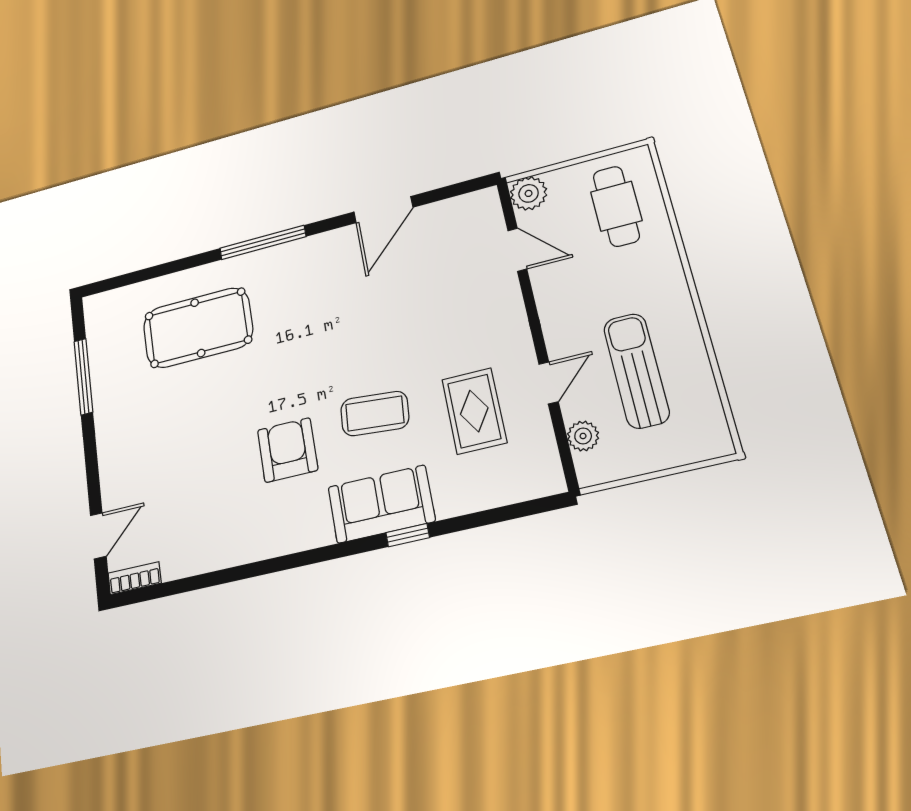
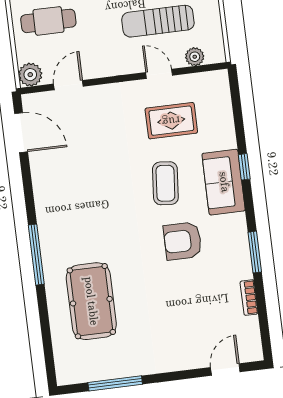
door: (383, 210) -> (21, 133), moved
door: (98, 536) -> (225, 370), hinge flipped
window: (273, 565) -> (255, 252), added
bookcase: (135, 578) -> (249, 298), moved

